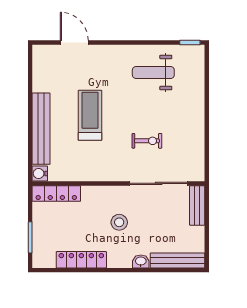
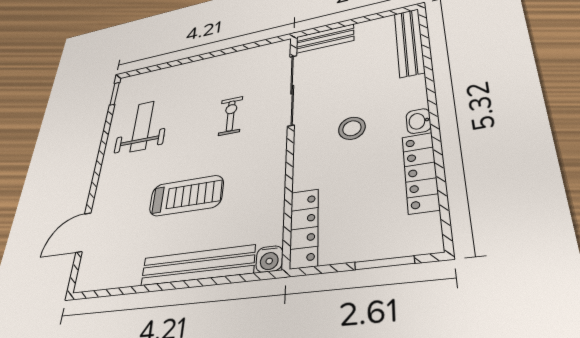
weight bench: (153, 72) -> (142, 126), turned 180
treadmill: (90, 115) -> (186, 196), turned 180
washbasin: (141, 261) -> (419, 121), moved

